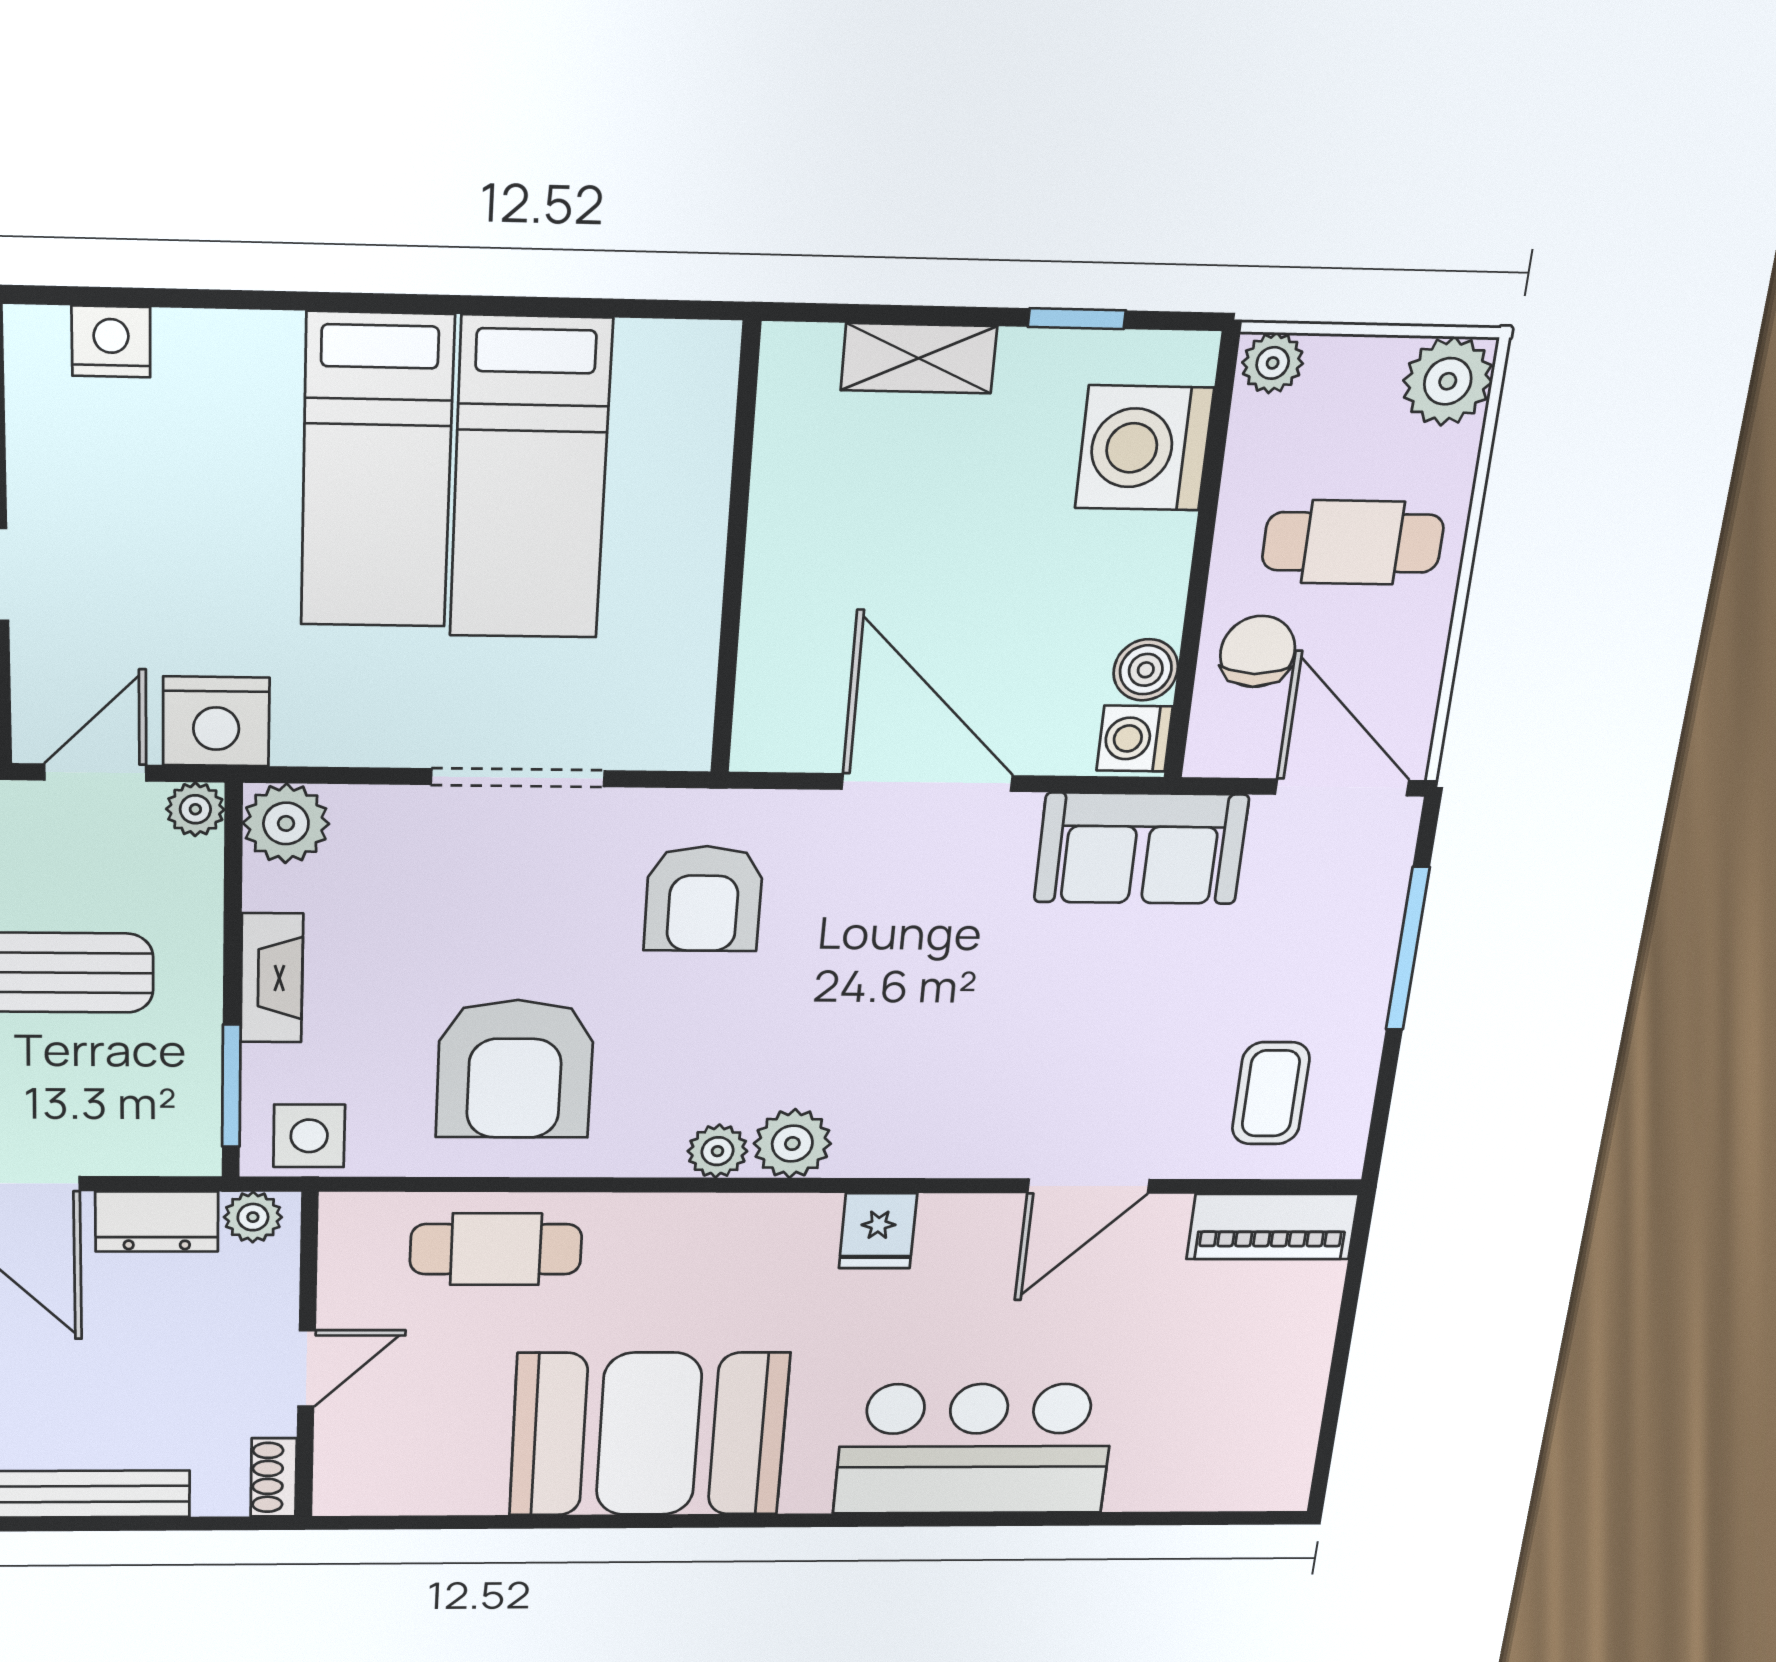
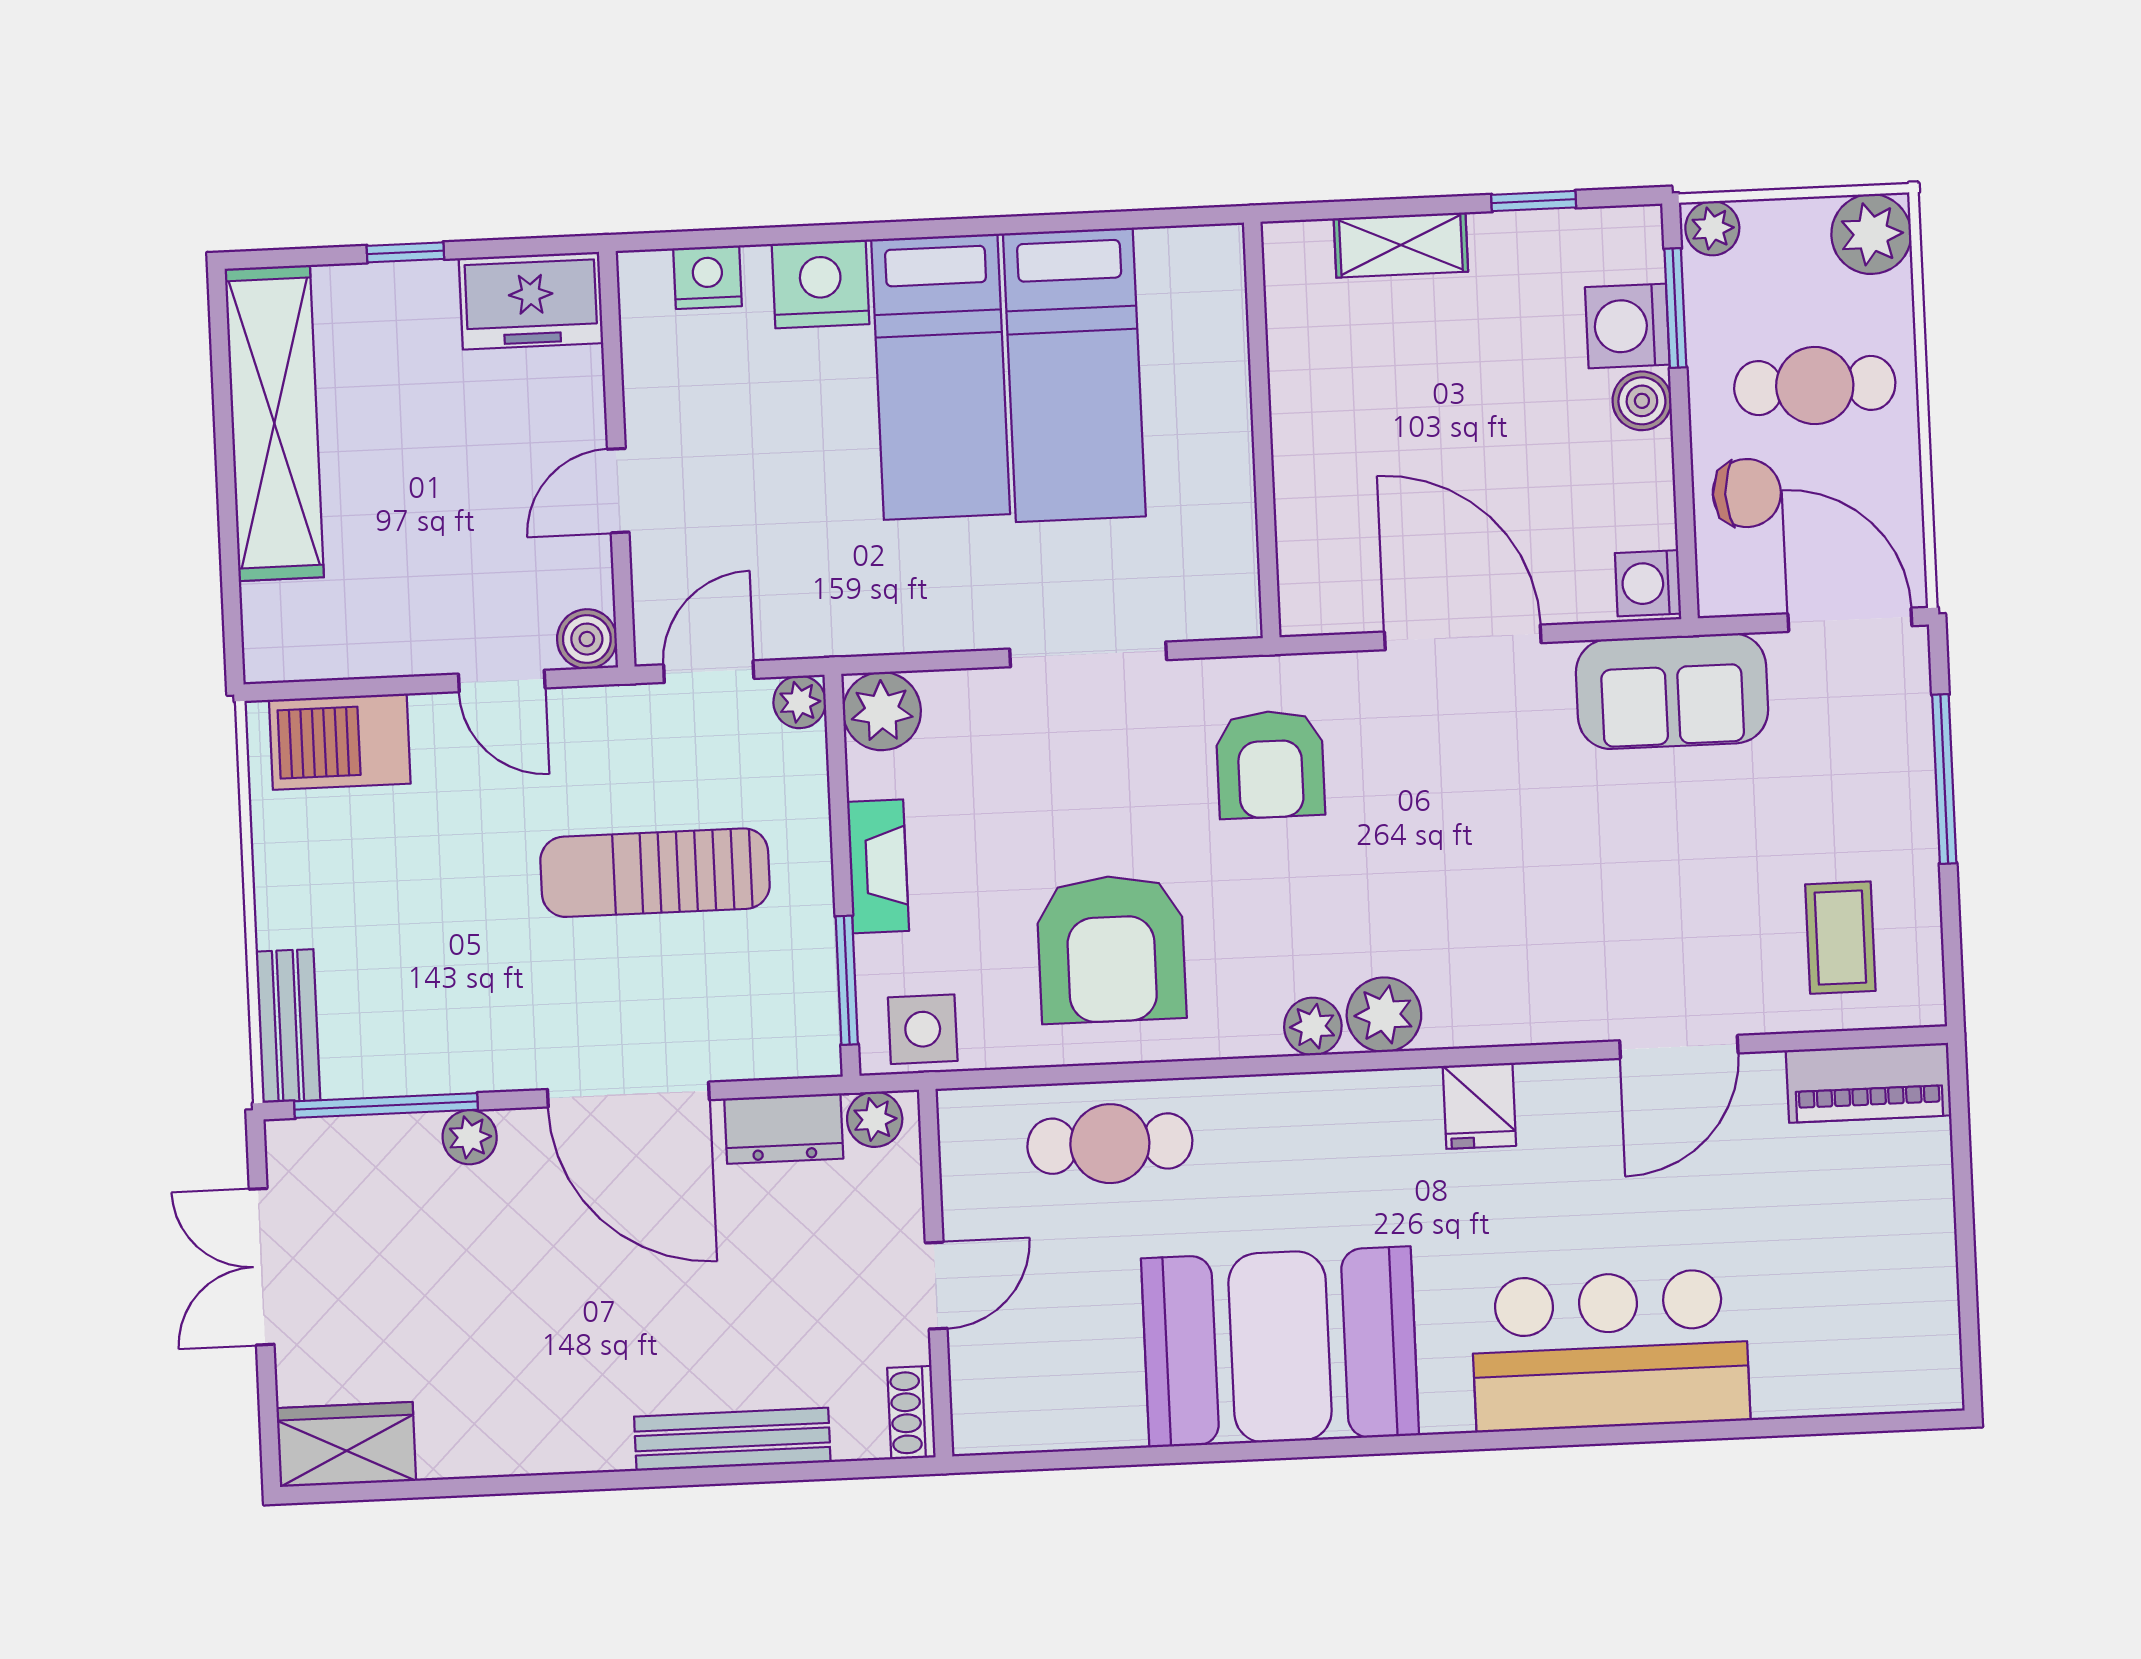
washing machine: (1144, 448) -> (1627, 326), width x0.73, depth x0.73
window: (1216, 449) -> (1675, 308), added
chair: (1258, 652) -> (1747, 493), turned 90
boiler: (1146, 670) -> (1642, 401), moved
nightstand: (216, 721) -> (820, 284), moved, turned 180

